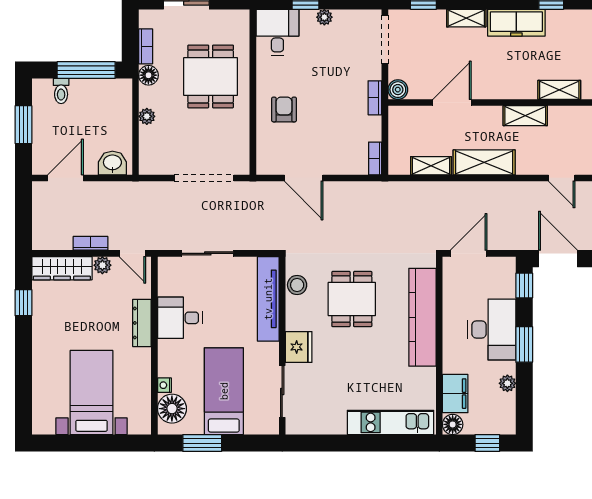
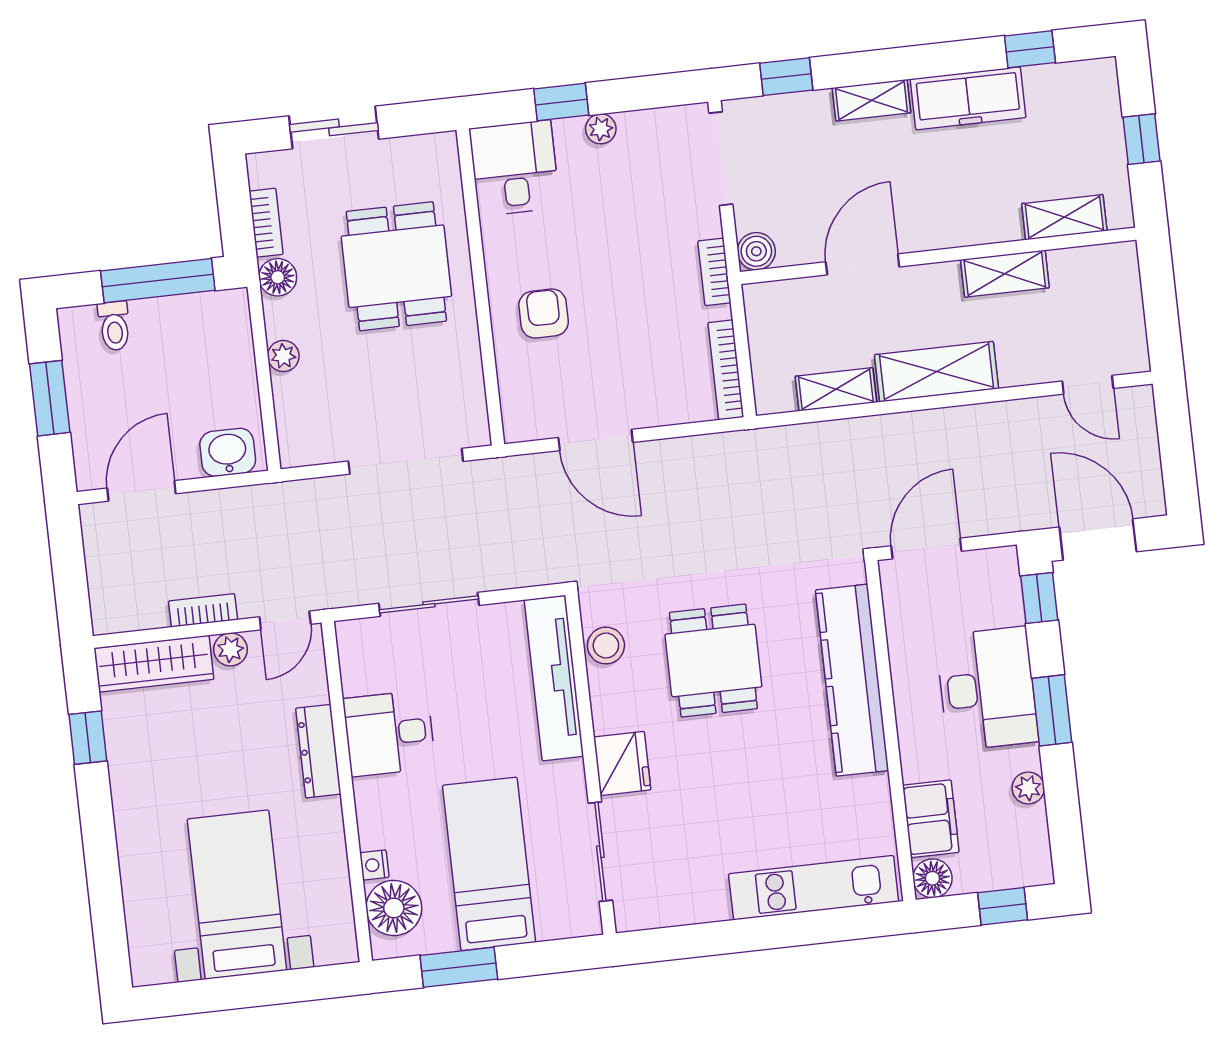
bookcase: (375, 158) -> (726, 370), width x1.56
door: (132, 253) -> (285, 620), hinge flipped

